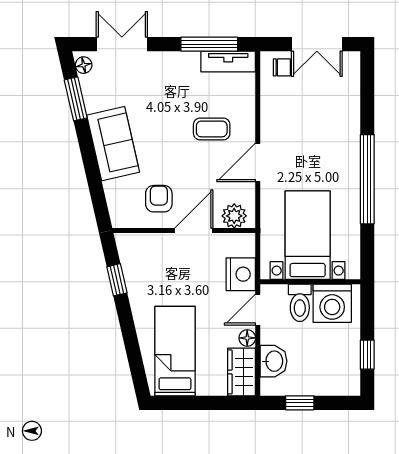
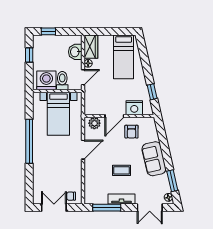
tv unit: (228, 62) -> (121, 199), moved
coffee table: (212, 129) -> (122, 170), moved
nightstand: (241, 274) -> (134, 108), moved, turned -90
window: (300, 403) -> (48, 31), moved

